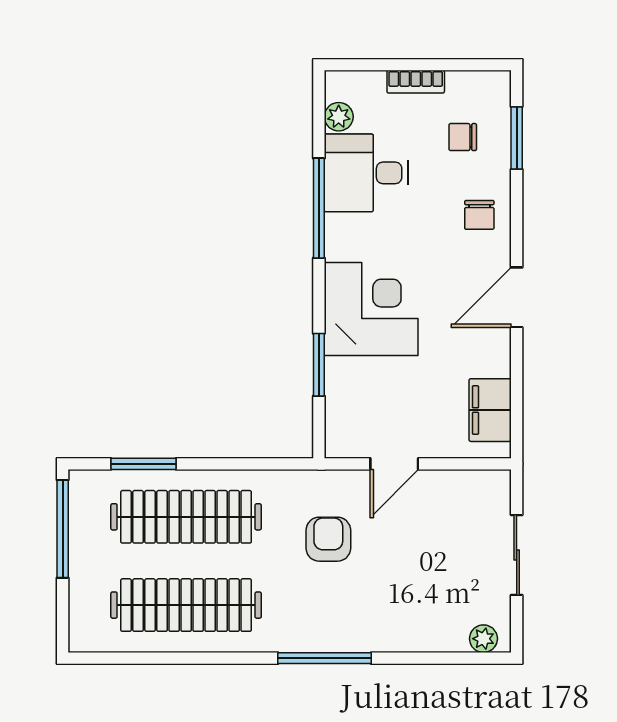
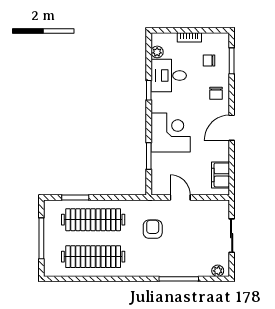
window: (319, 208) -> (149, 90), width x0.46
door: (394, 464) -> (180, 198), swing flipped
window: (63, 529) -> (41, 238), moved
window: (325, 658) -> (179, 279), moved

